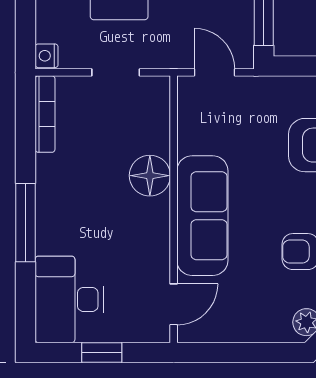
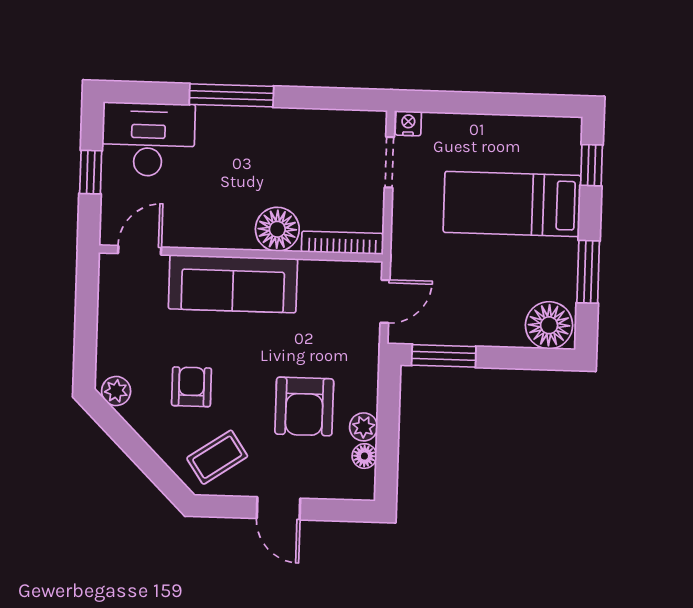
doorway: (116, 72) -> (389, 162), moved
bookcase: (45, 114) -> (342, 243), moved, turned 180
door: (174, 304) -> (140, 250), swing flipped

